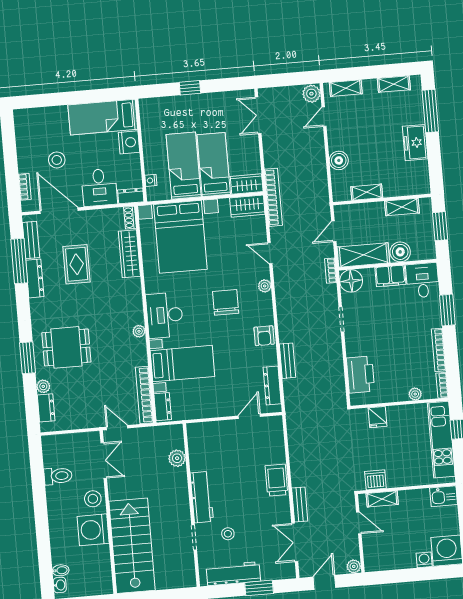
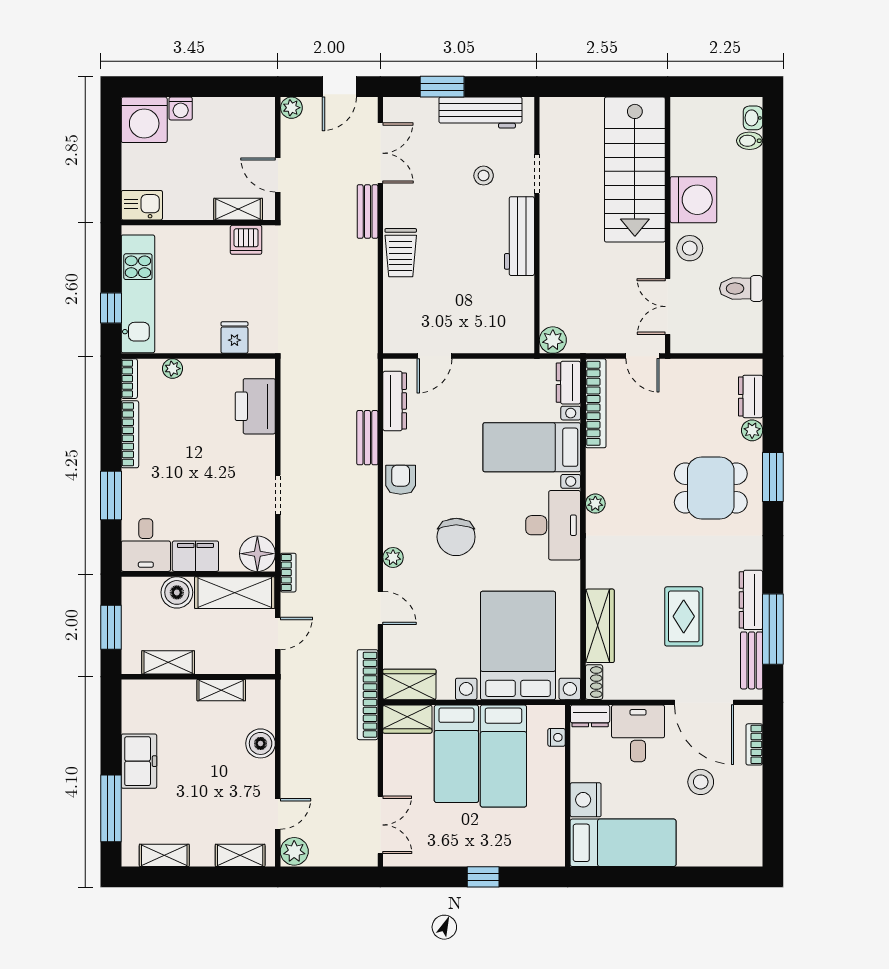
plant: (177, 458) -> (553, 340), moved

